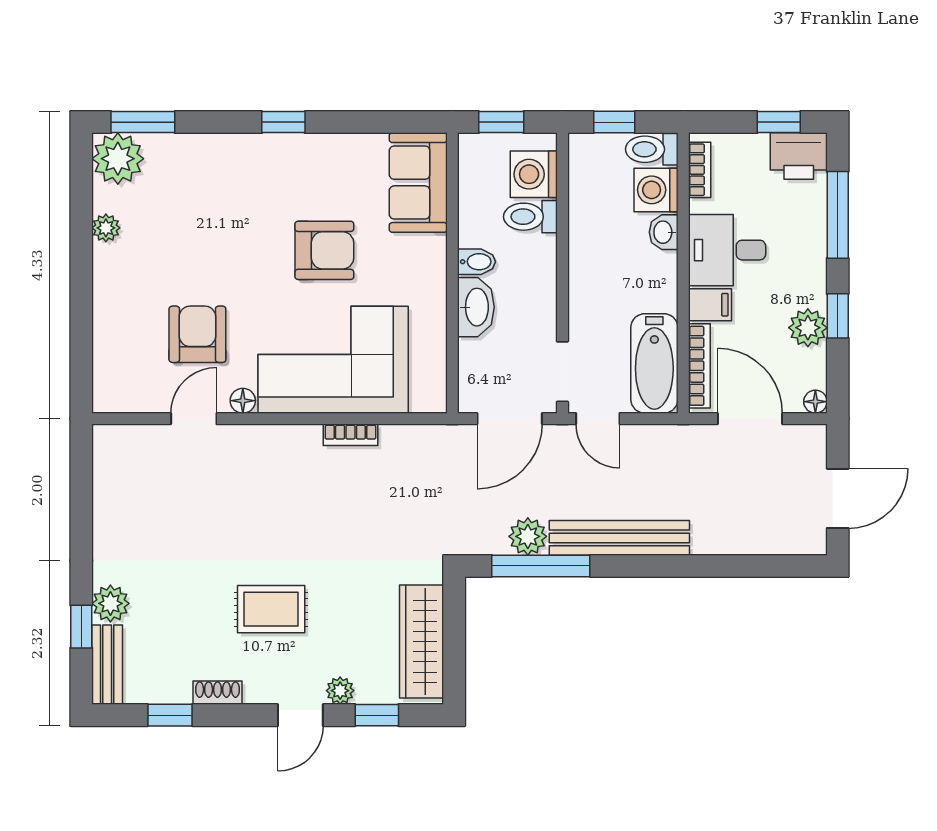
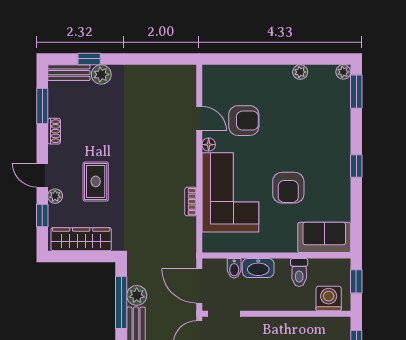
plant: (118, 159) -> (343, 72), width x0.53, depth x0.53
toilet: (530, 217) -> (299, 272), moved, turned 180
bidet: (477, 262) -> (234, 268), moved
rug: (271, 609) -> (96, 181), moved
window: (170, 715) -> (42, 106), width x1.50

